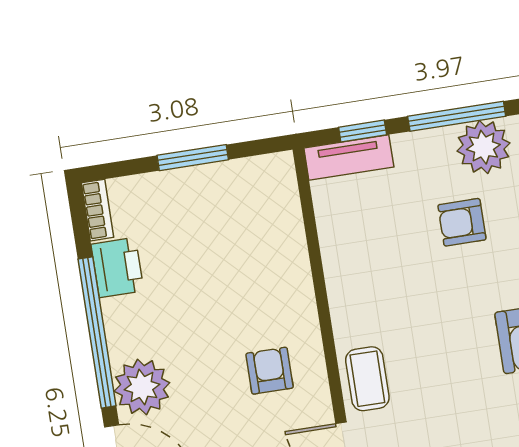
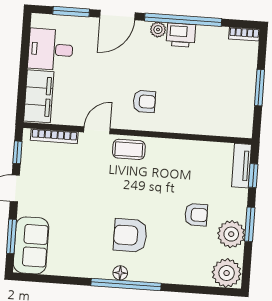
window: (457, 116) -> (250, 224), width x0.69
armchair: (462, 222) -> (196, 215), turned 90
printer: (117, 268) -> (181, 35), moved
plant: (142, 387) -> (158, 30), width x0.53, depth x0.53

